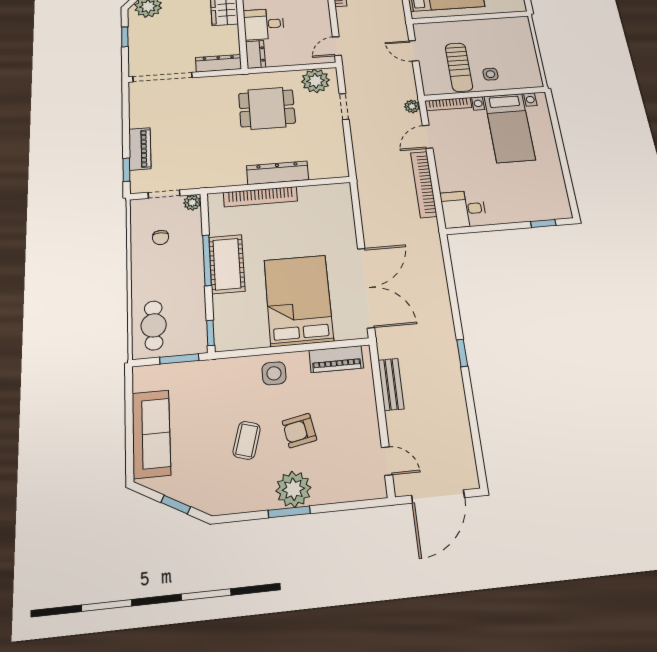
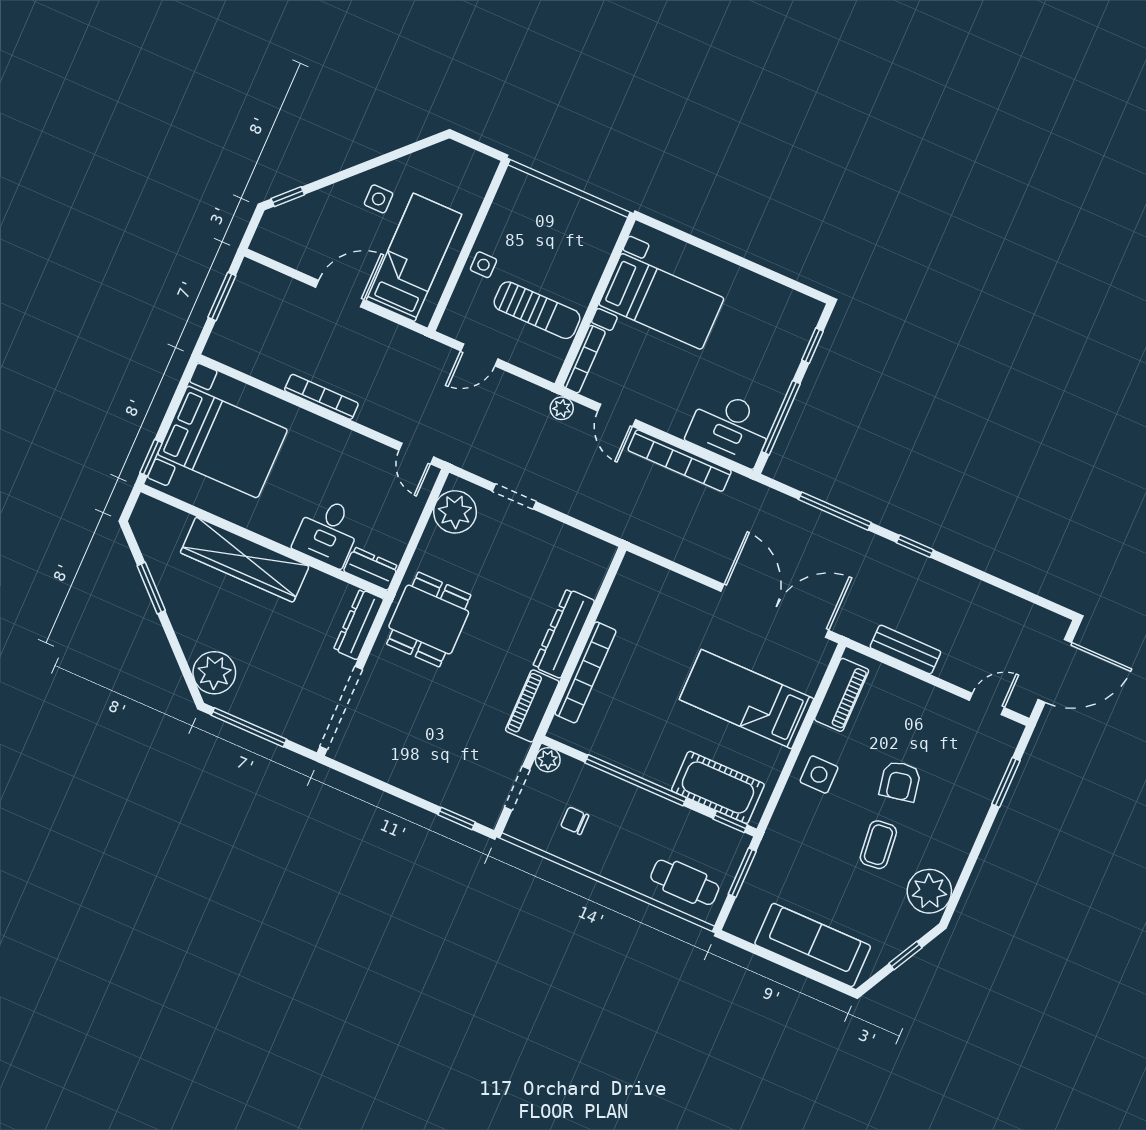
window: (125, 37) -> (249, 727), width x2.17
side table: (490, 74) -> (483, 265), moved
dining table: (267, 108) -> (429, 620), moved
piano: (140, 149) -> (532, 706), moved, turned -90
desk: (463, 209) -> (730, 428), width x1.37
window: (488, 228) -> (781, 418), added
chair: (161, 237) -> (575, 821), turned 180
window: (207, 260) -> (636, 780), width x1.46
cot: (227, 264) -> (718, 787), moved
window: (452, 290) -> (835, 511), added
bed: (298, 300) -> (746, 699), width x0.67
coffee table: (247, 440) -> (878, 845), turned 68
plant: (293, 489) -> (929, 891), moved
door: (438, 496) -> (1055, 671), hinge flipped
window: (289, 512) -> (1006, 782), moved

